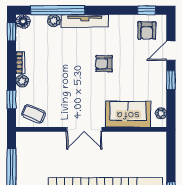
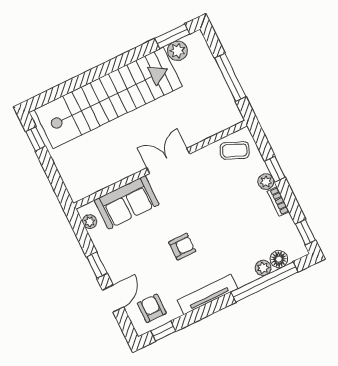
floor lamp: (23, 21) -> (279, 259), moved
tv unit: (85, 21) -> (208, 294), moved
window: (11, 99) -> (275, 169), moved

